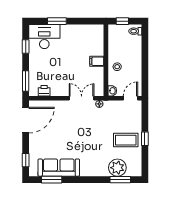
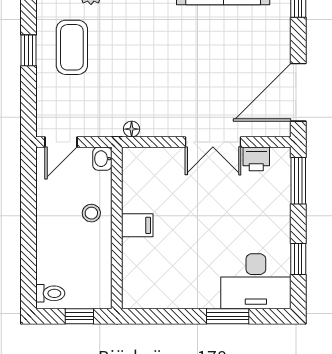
double door: (82, 98) -> (213, 142), moved
coffee table: (126, 140) -> (72, 47), turned 90

